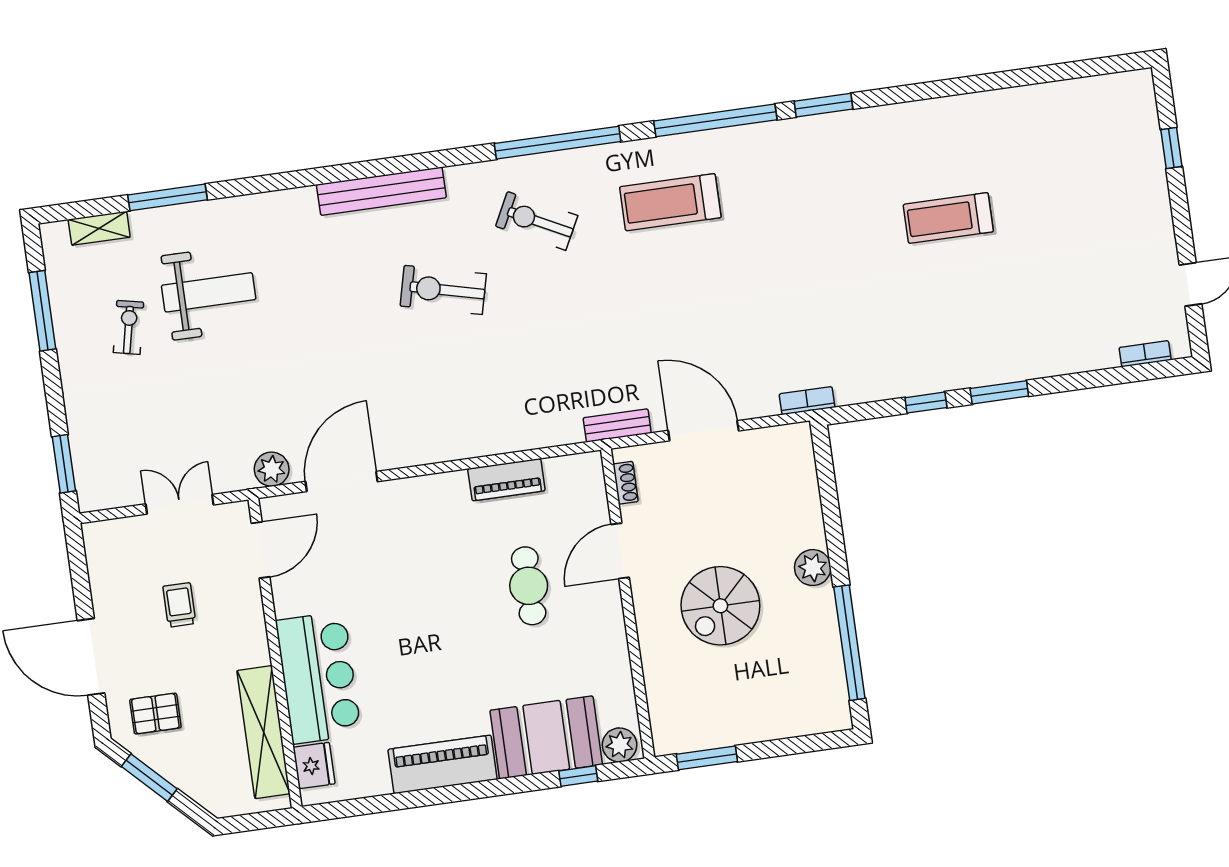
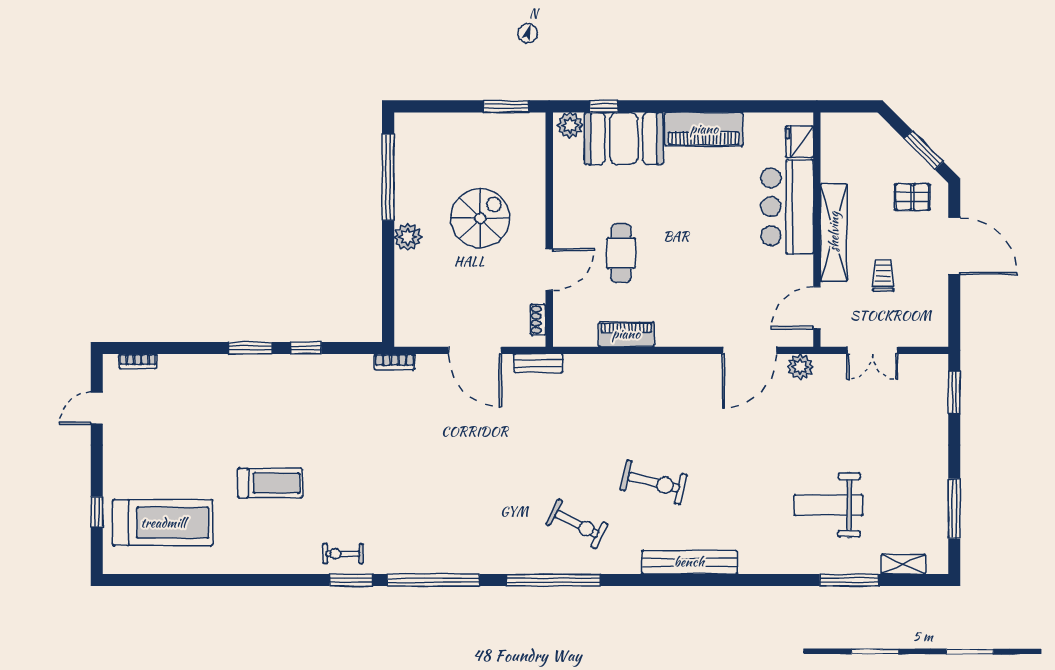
treadmill: (670, 202) -> (163, 523), moved, width x1.37, depth x1.38
exercise bike: (129, 327) -> (343, 554), moved, turned 78
trolley: (179, 605) -> (883, 275), turned 180
shelving: (264, 732) -> (834, 232), moved

